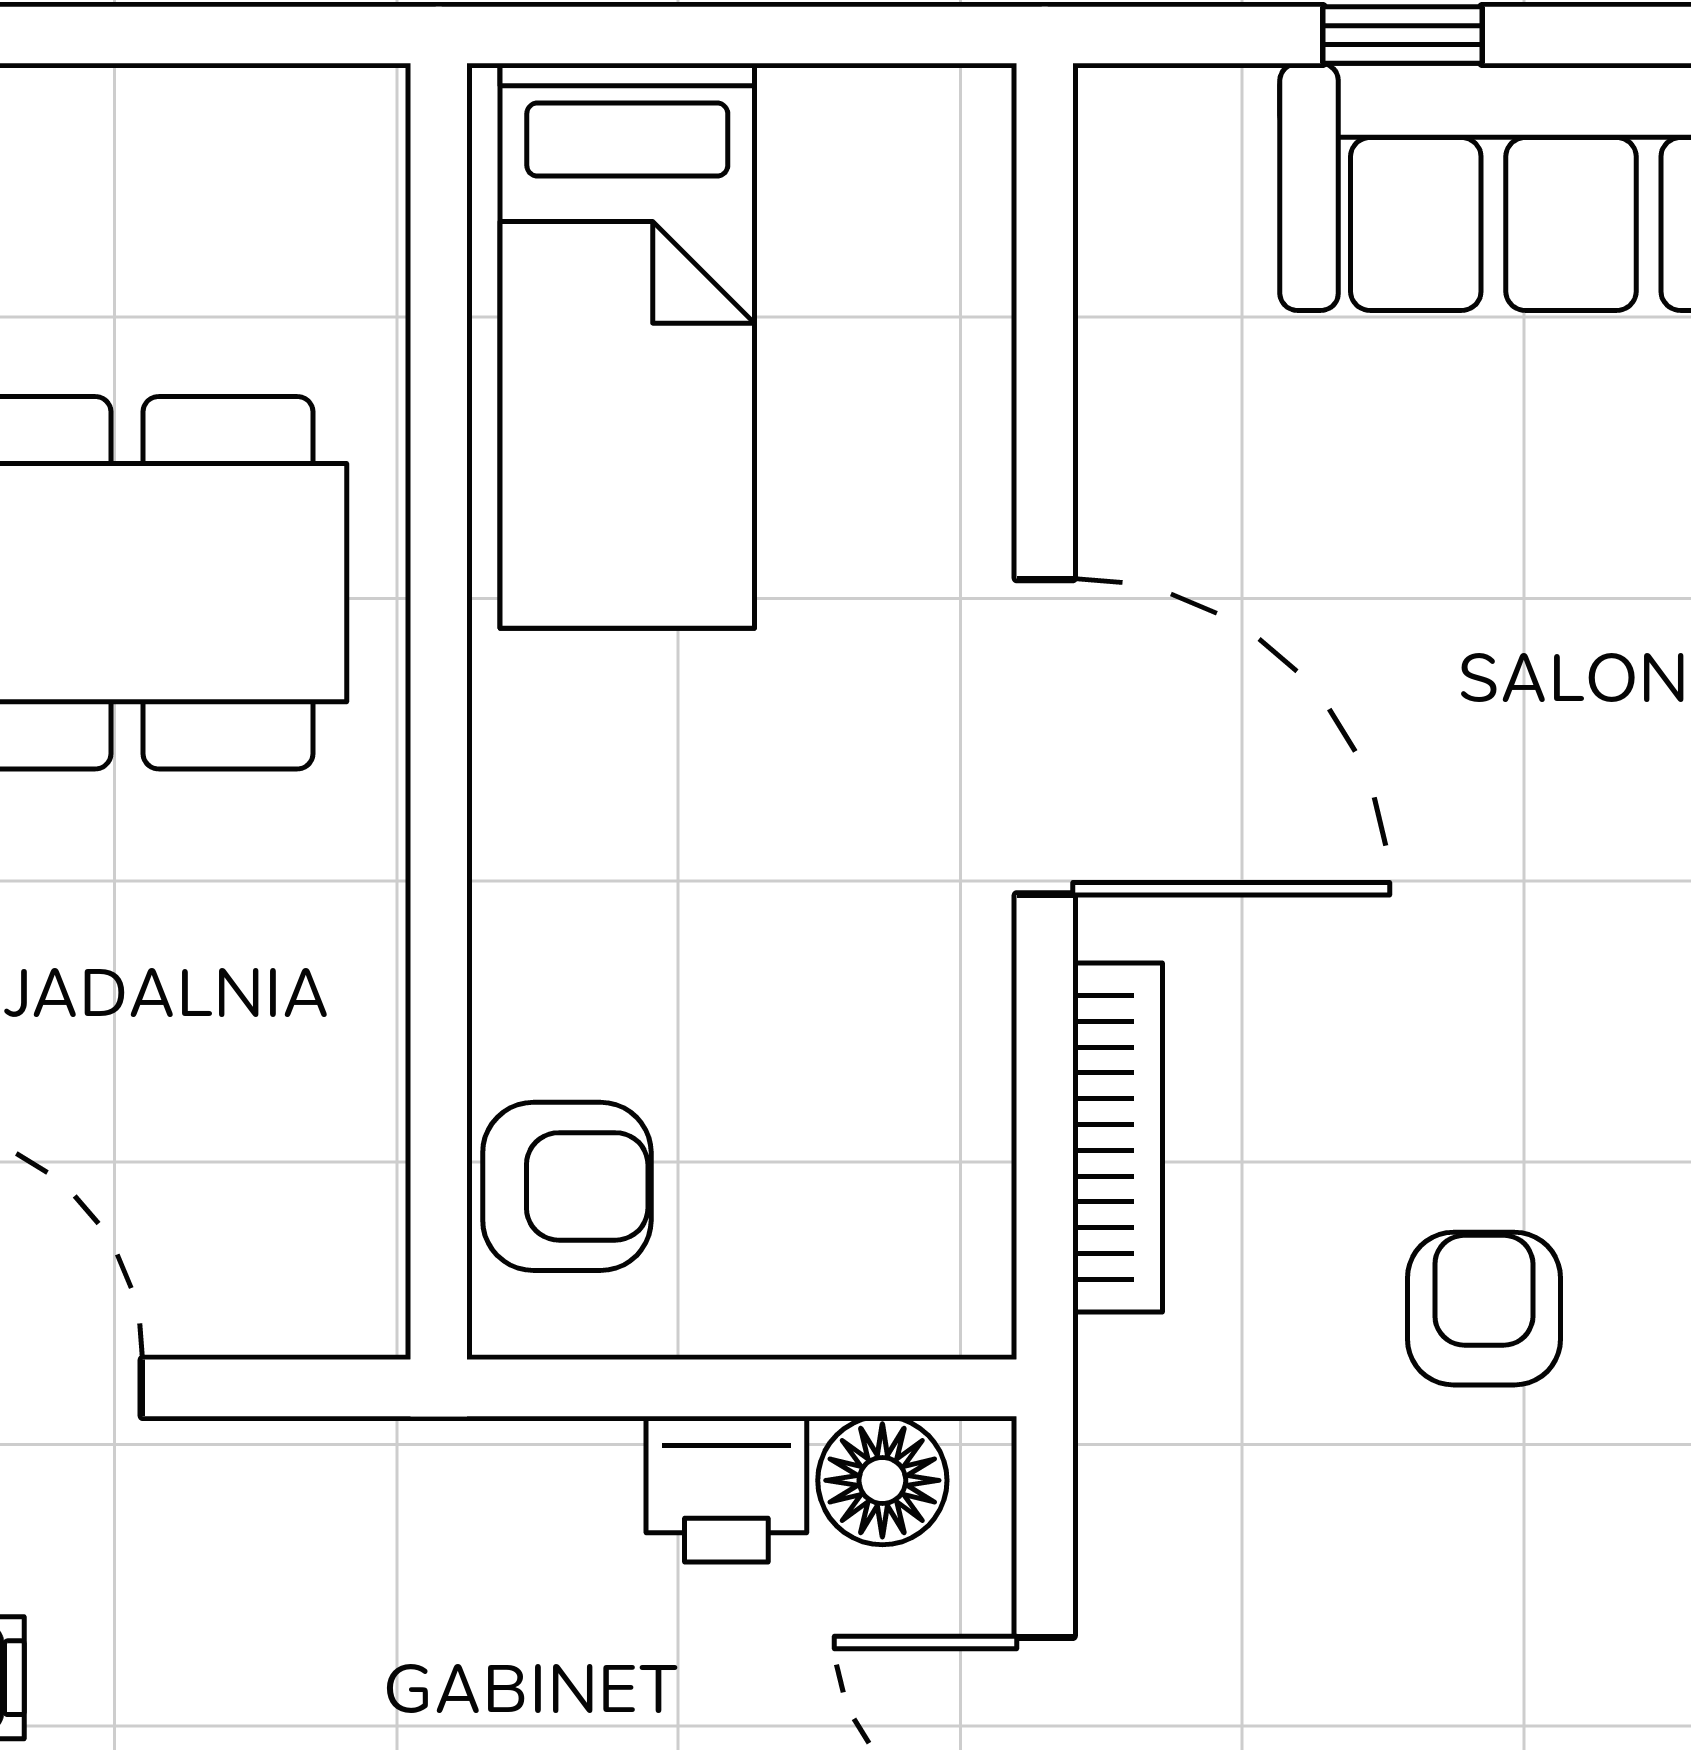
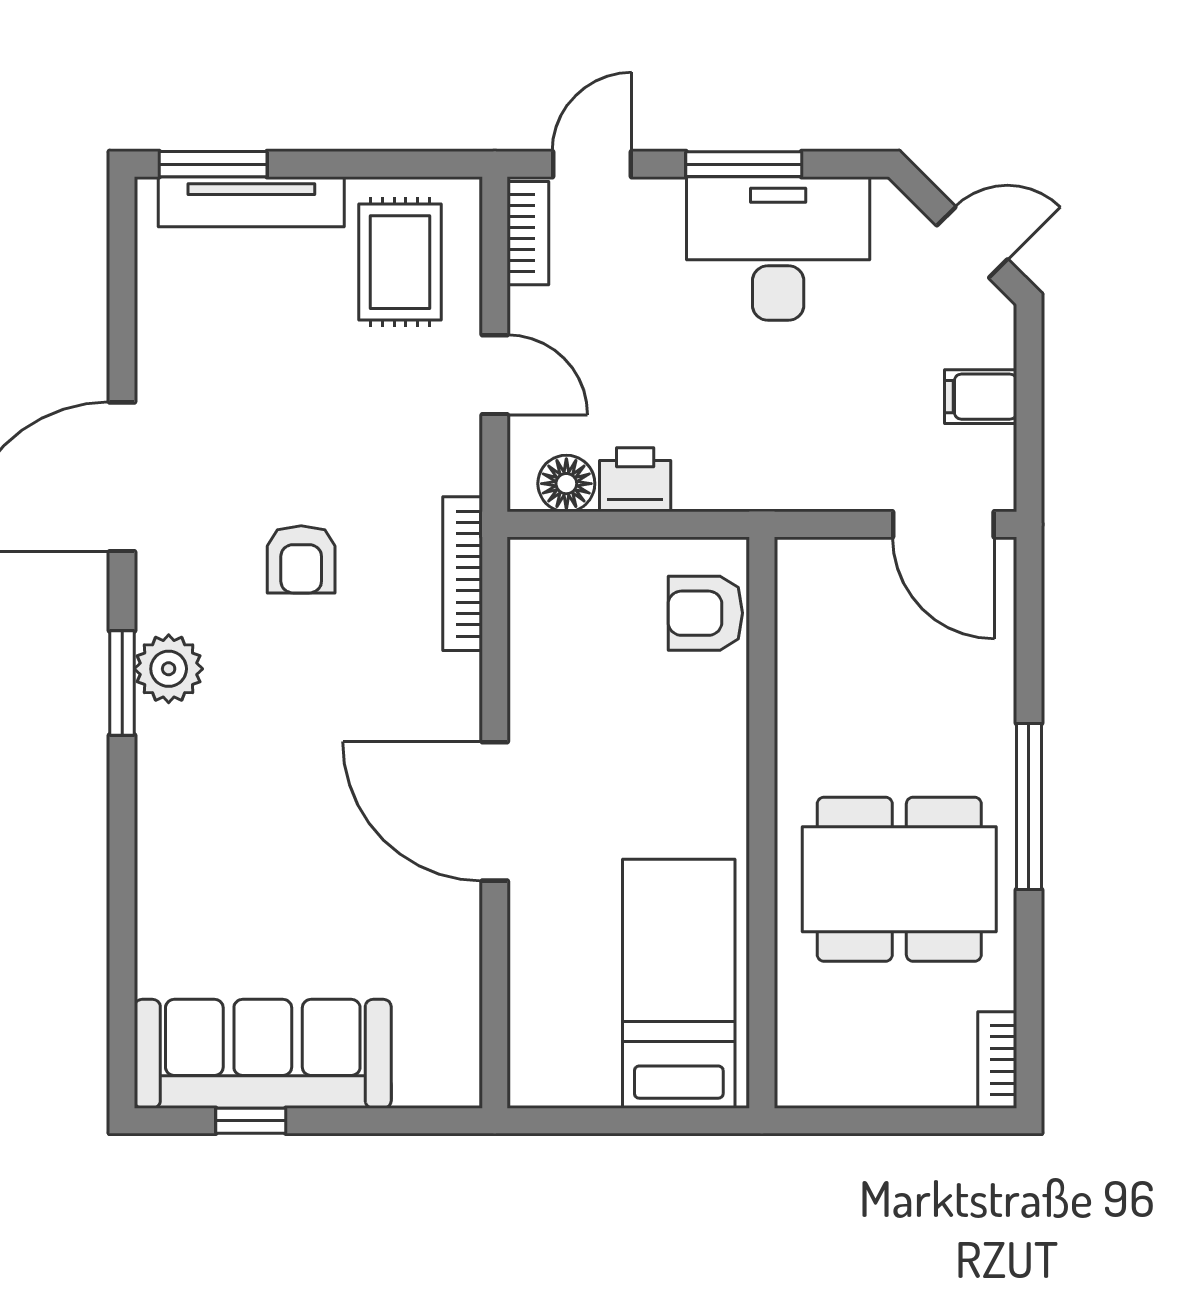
window: (1403, 35) -> (251, 1121), moved
bookcase: (1118, 1137) -> (463, 574), moved

